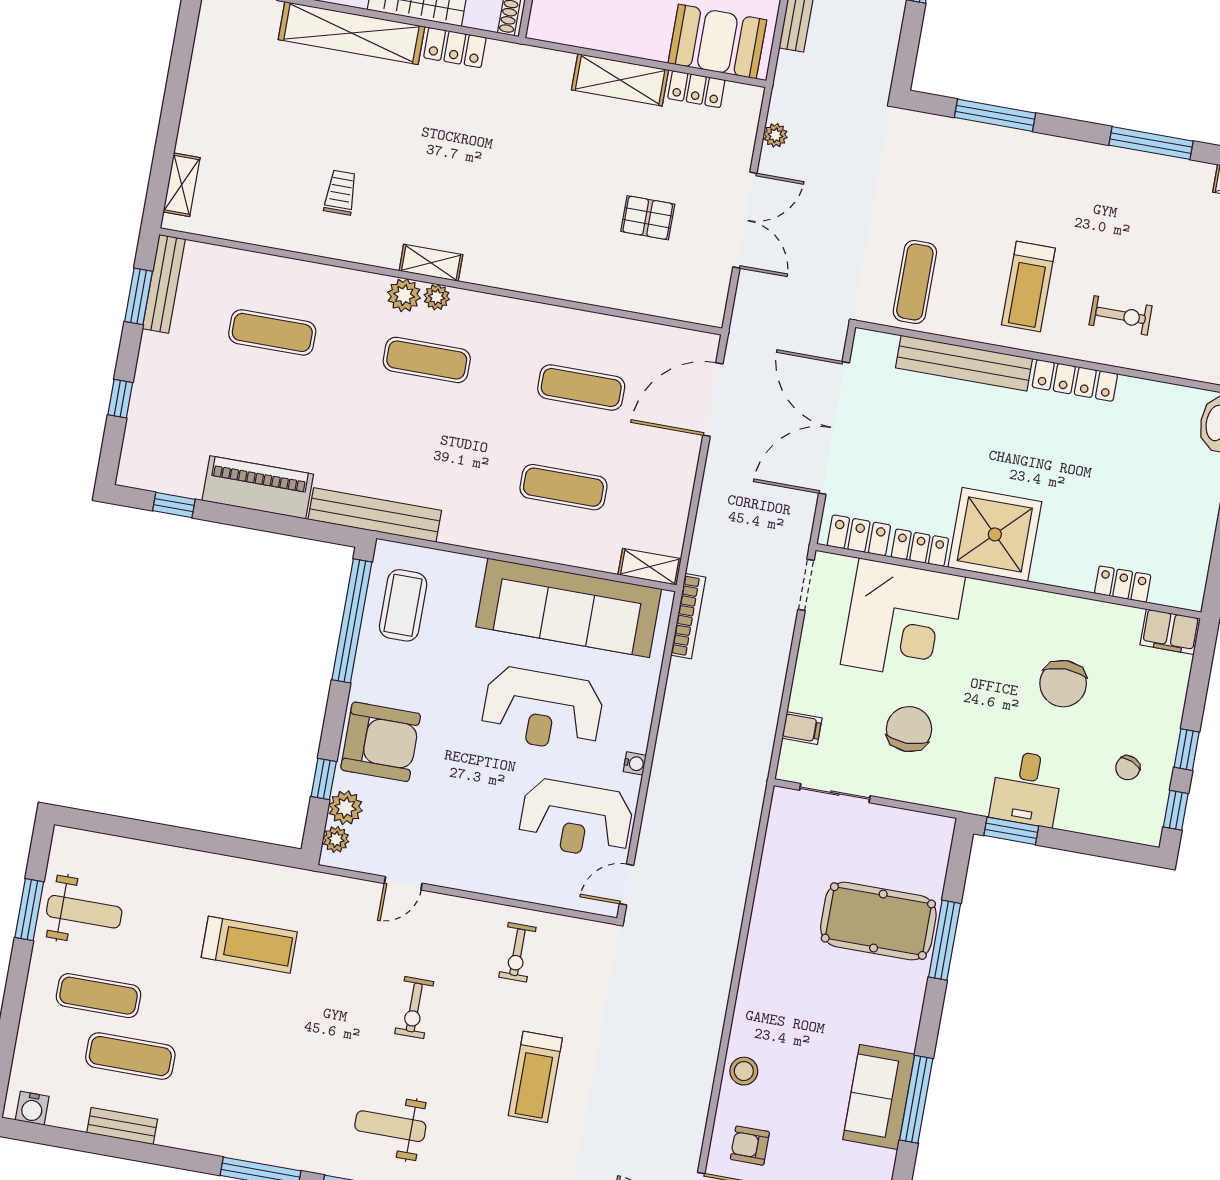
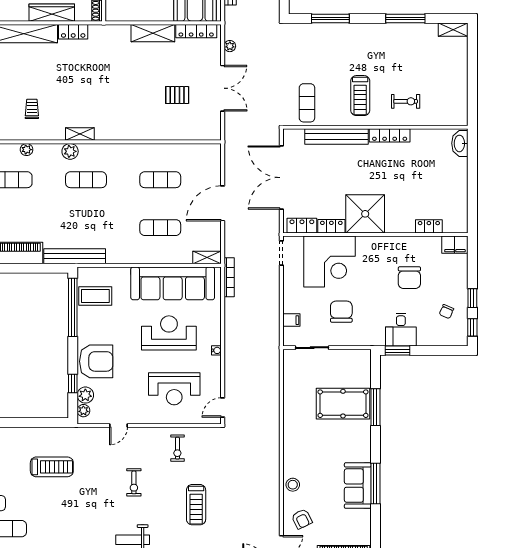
locker: (696, 89) -> (196, 31), width x1.53
plant: (437, 297) -> (27, 150), moved
door: (713, 400) -> (223, 203), moved
coffee table: (403, 605) -> (95, 296), turned 90
reception desk: (542, 709) -> (169, 333), turned 180
reception desk: (576, 819) -> (174, 389), moved
armchair: (750, 1146) -> (302, 519), turned -116

